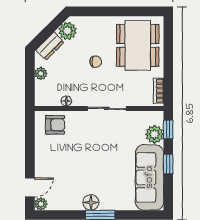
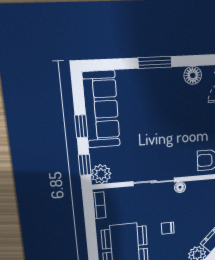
floor lamp: (66, 101) -> (180, 187), moved
plant: (154, 134) -> (101, 174), moved
floor lamp: (91, 202) -> (193, 75), moved

